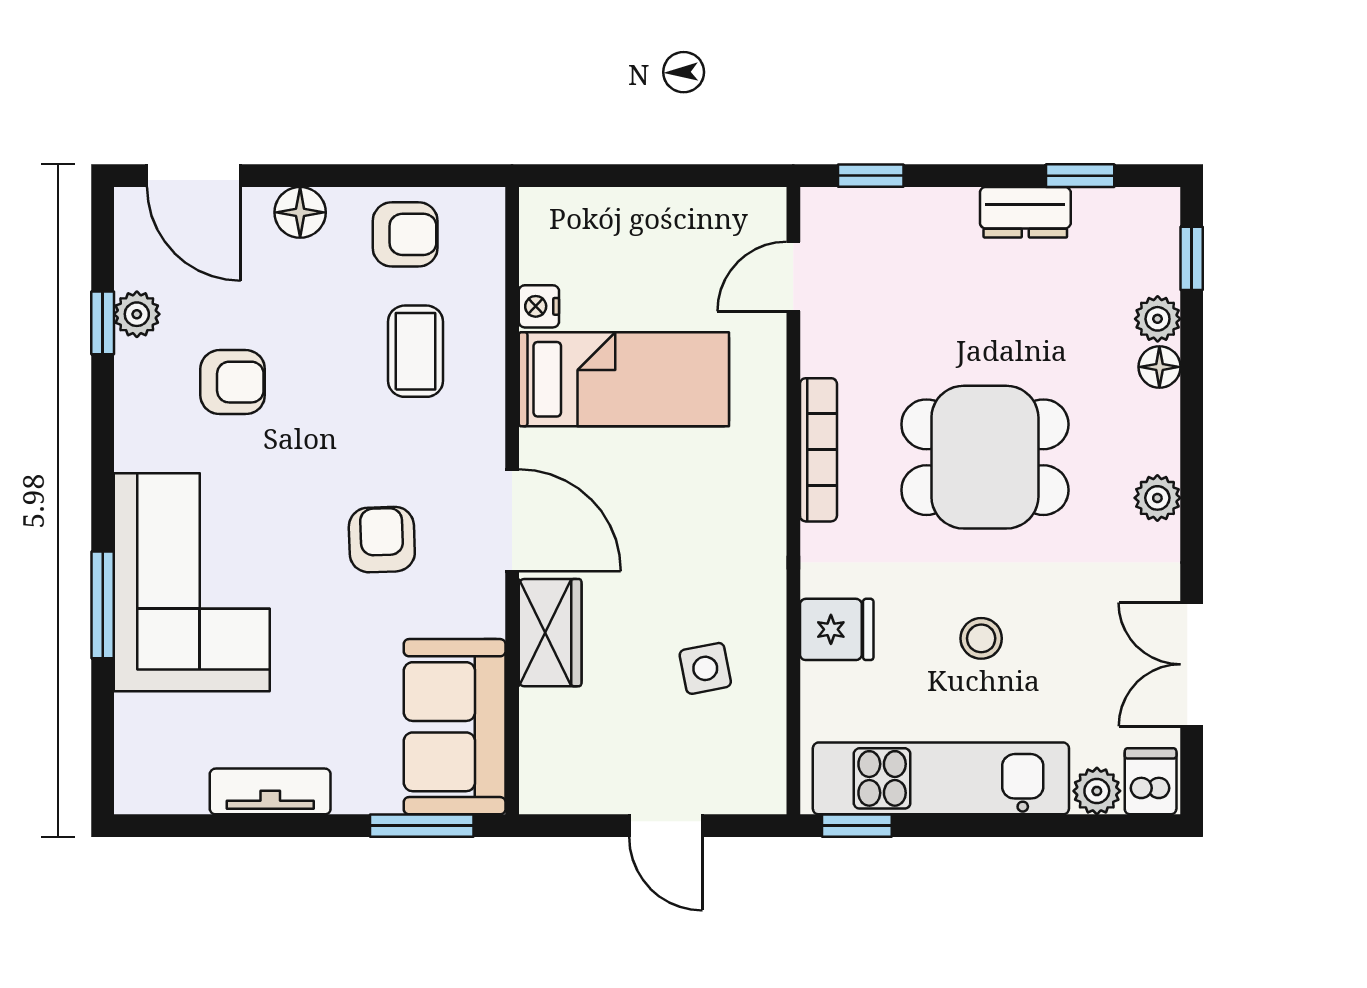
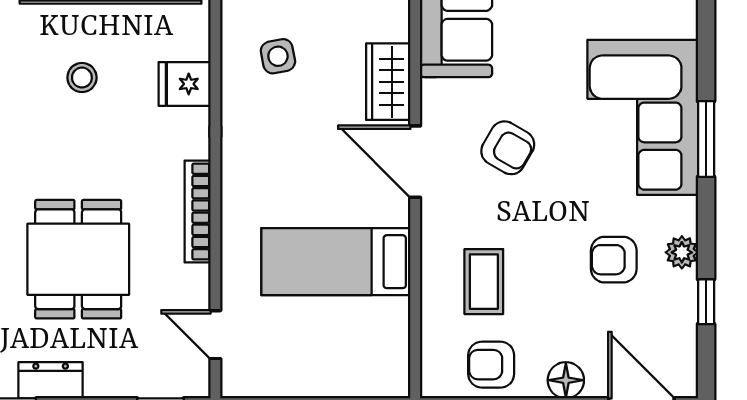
door: (793, 276) -> (215, 335), swing flipped
nightstand: (539, 306) -> (396, 313), removed
plant: (137, 314) -> (682, 252), moved
dining table: (985, 457) -> (78, 259), moved, turned 90
armchair: (382, 540) -> (508, 148), turned -58
window: (103, 605) -> (706, 139), moved

